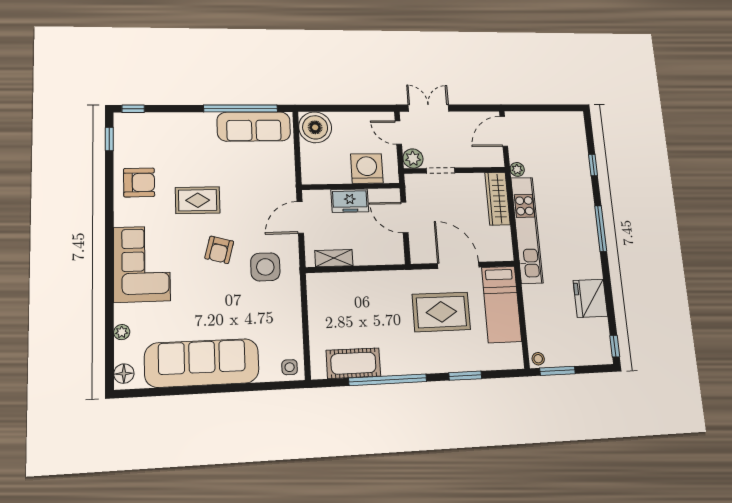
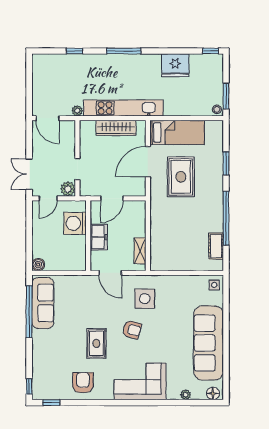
boiler: (315, 127) -> (38, 265), width x0.54, depth x0.54
wardrobe: (498, 199) -> (116, 128), moved
cot: (353, 363) -> (216, 246), width x0.73, depth x0.75

